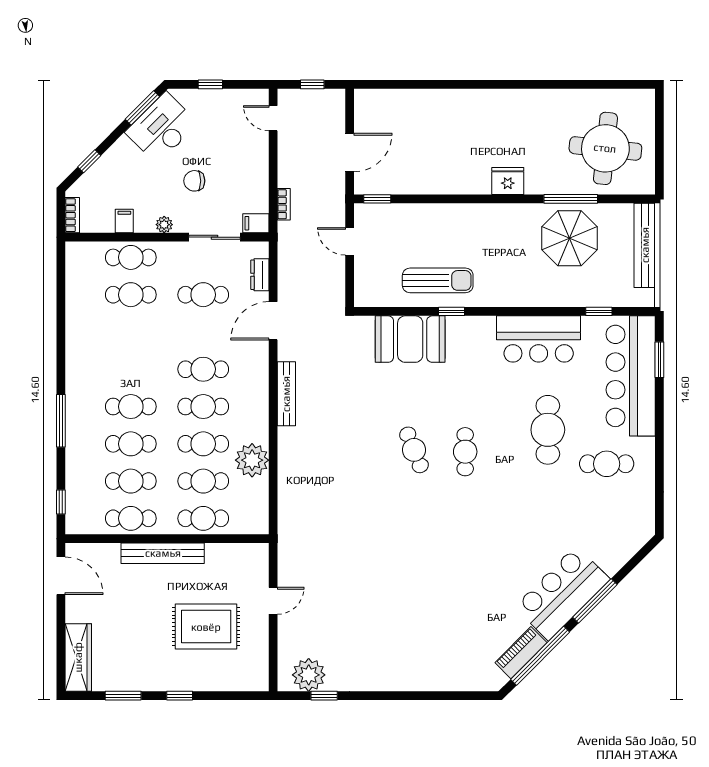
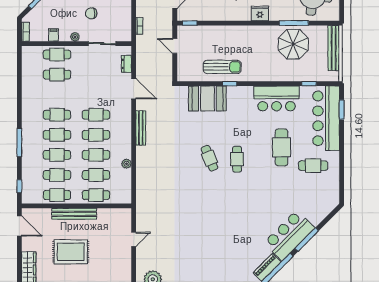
filing cabinet: (256, 223) -> (124, 36), removed
cafe table: (203, 295) -> (57, 115), moved
door: (273, 321) -> (134, 89), swing flipped
plant: (252, 460) -> (126, 164), width x0.53, depth x0.53
rug: (206, 627) -> (71, 252), moved

